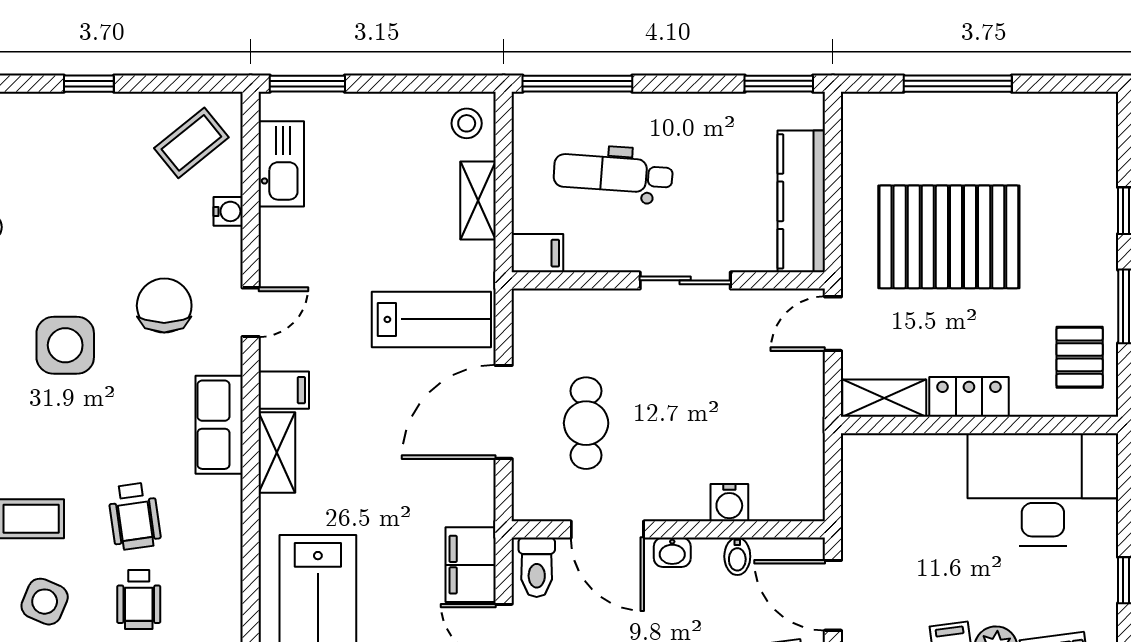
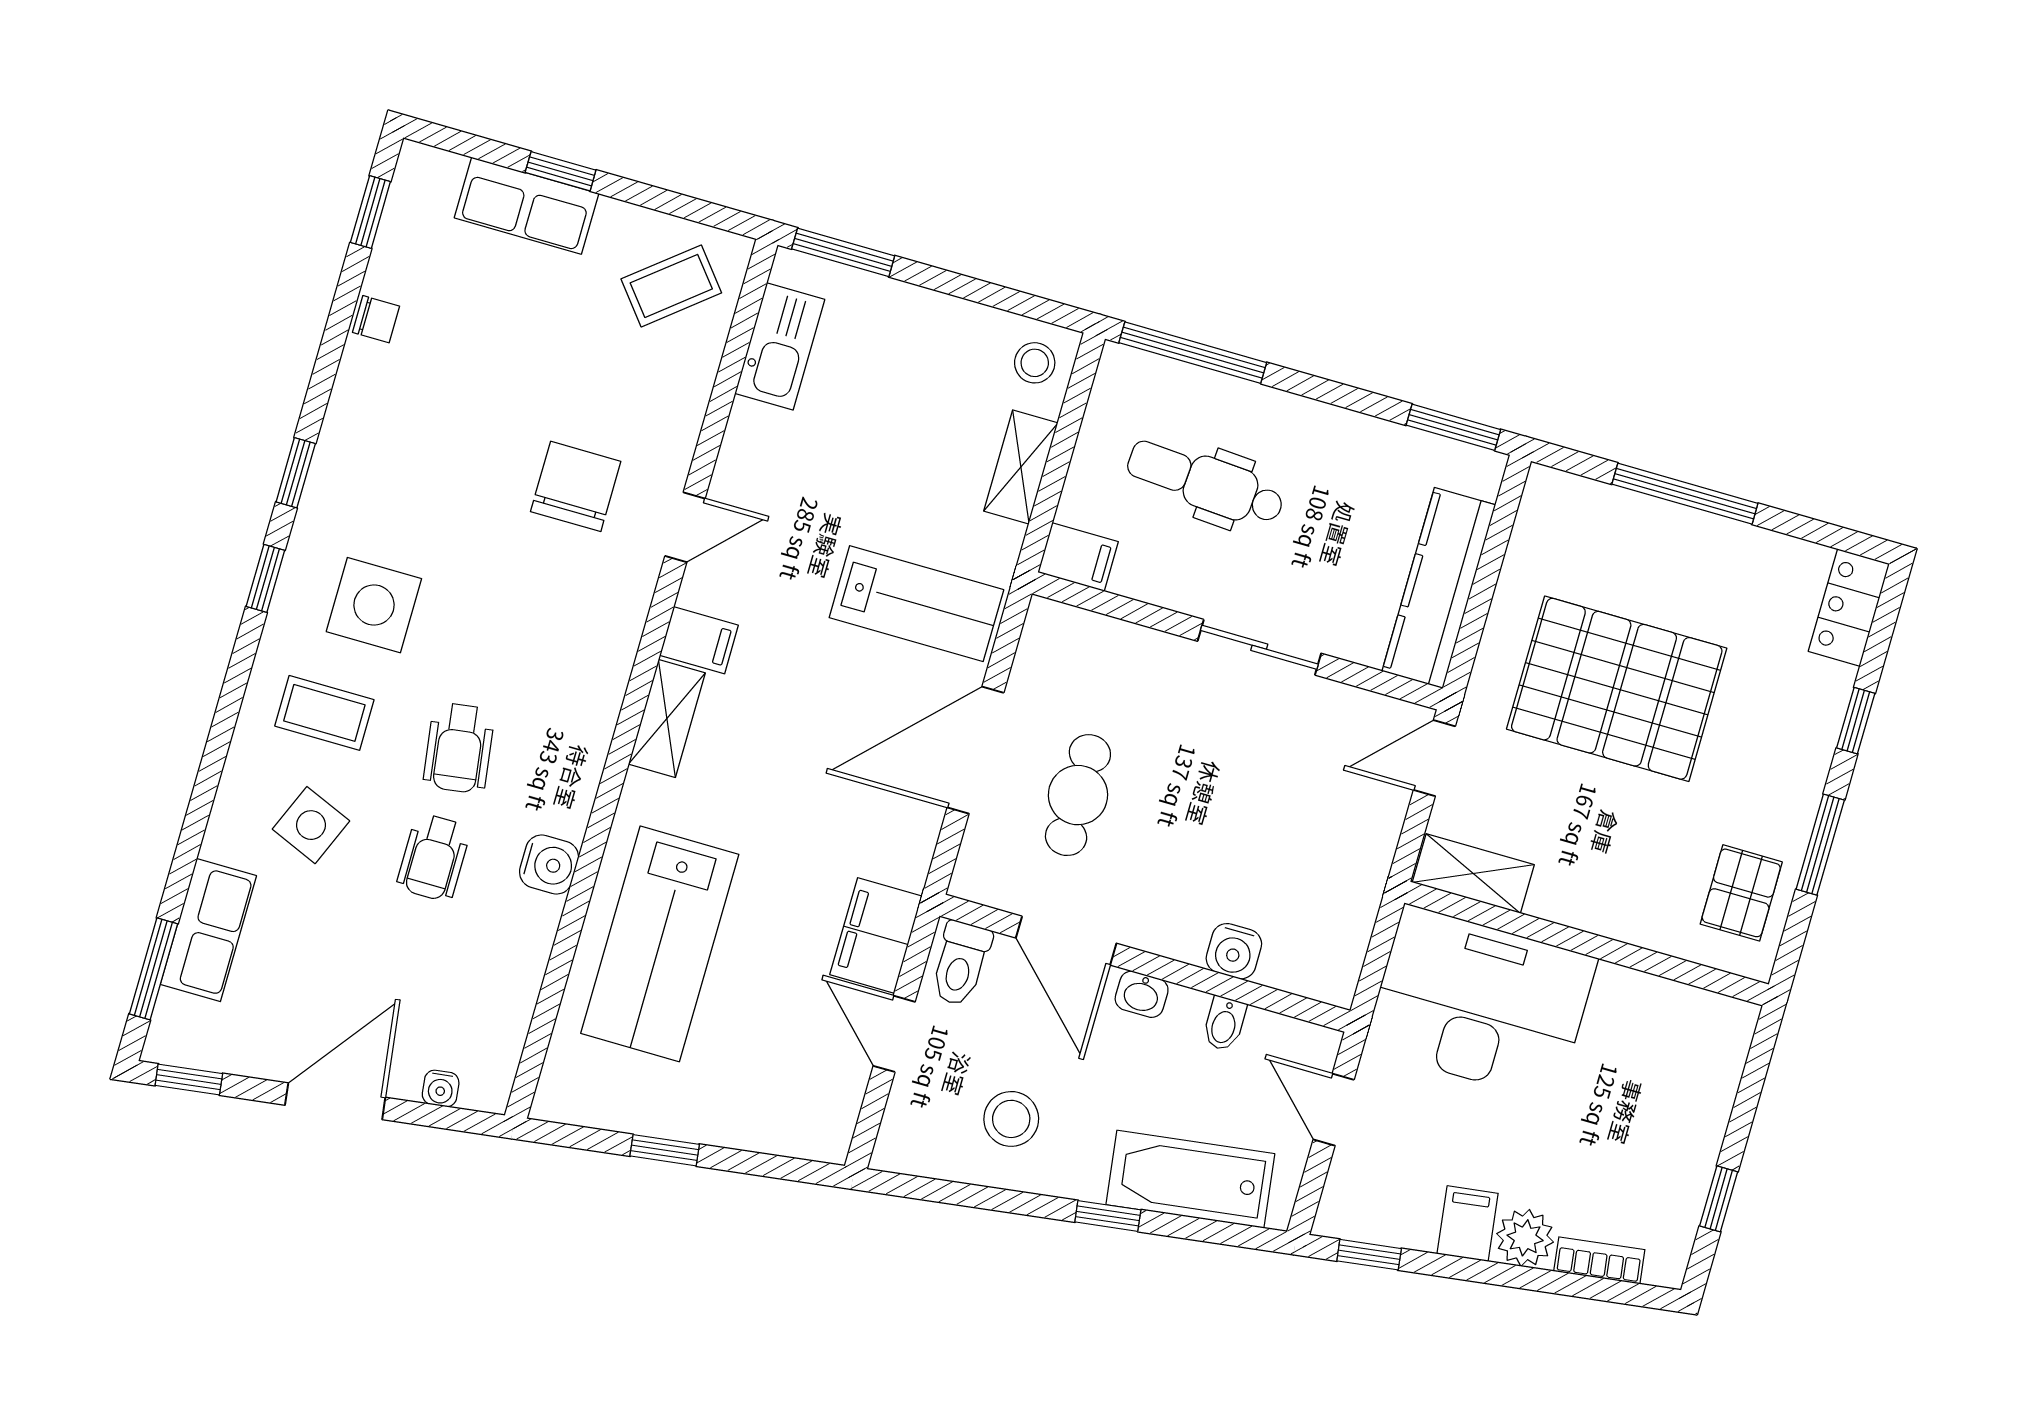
water cooler: (228, 211) -> (549, 865), moved, width x1.38, depth x1.38
side table: (65, 345) -> (374, 605), moved
locker: (969, 397) -> (1849, 608), moved, turned -90
row of seats: (219, 425) -> (526, 206), moved, turned -90
desk: (1043, 489) -> (1481, 1003), moved
door: (833, 595) -> (1334, 1110), width x0.73

